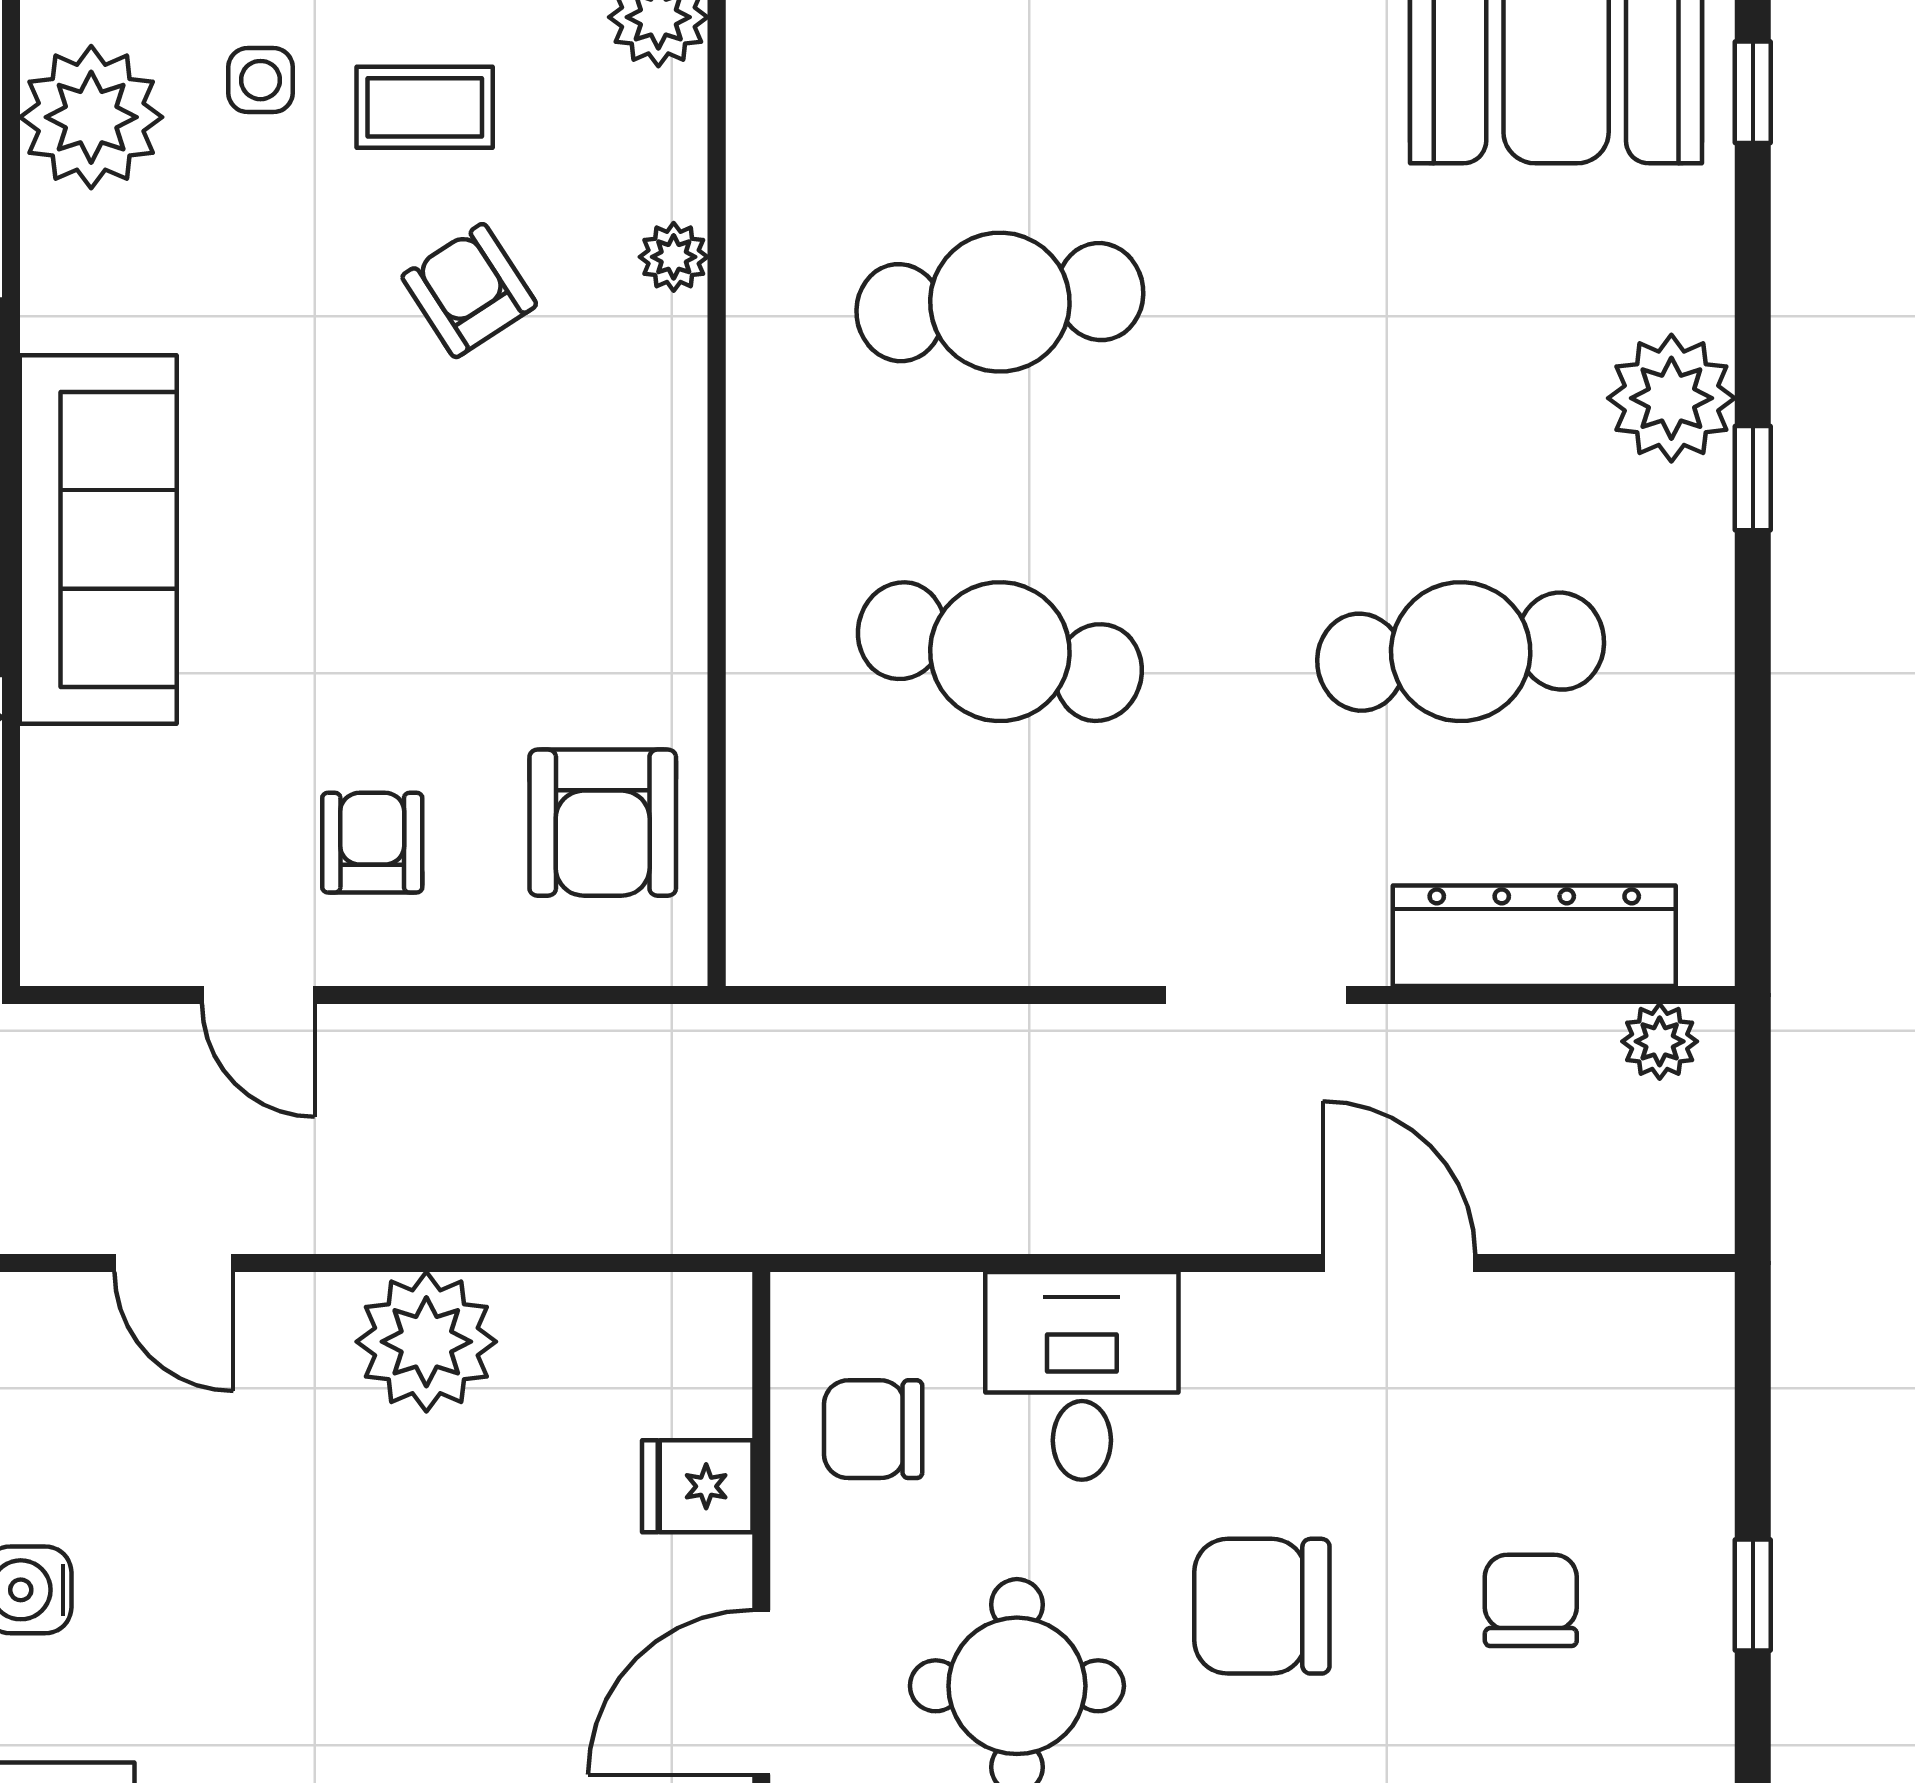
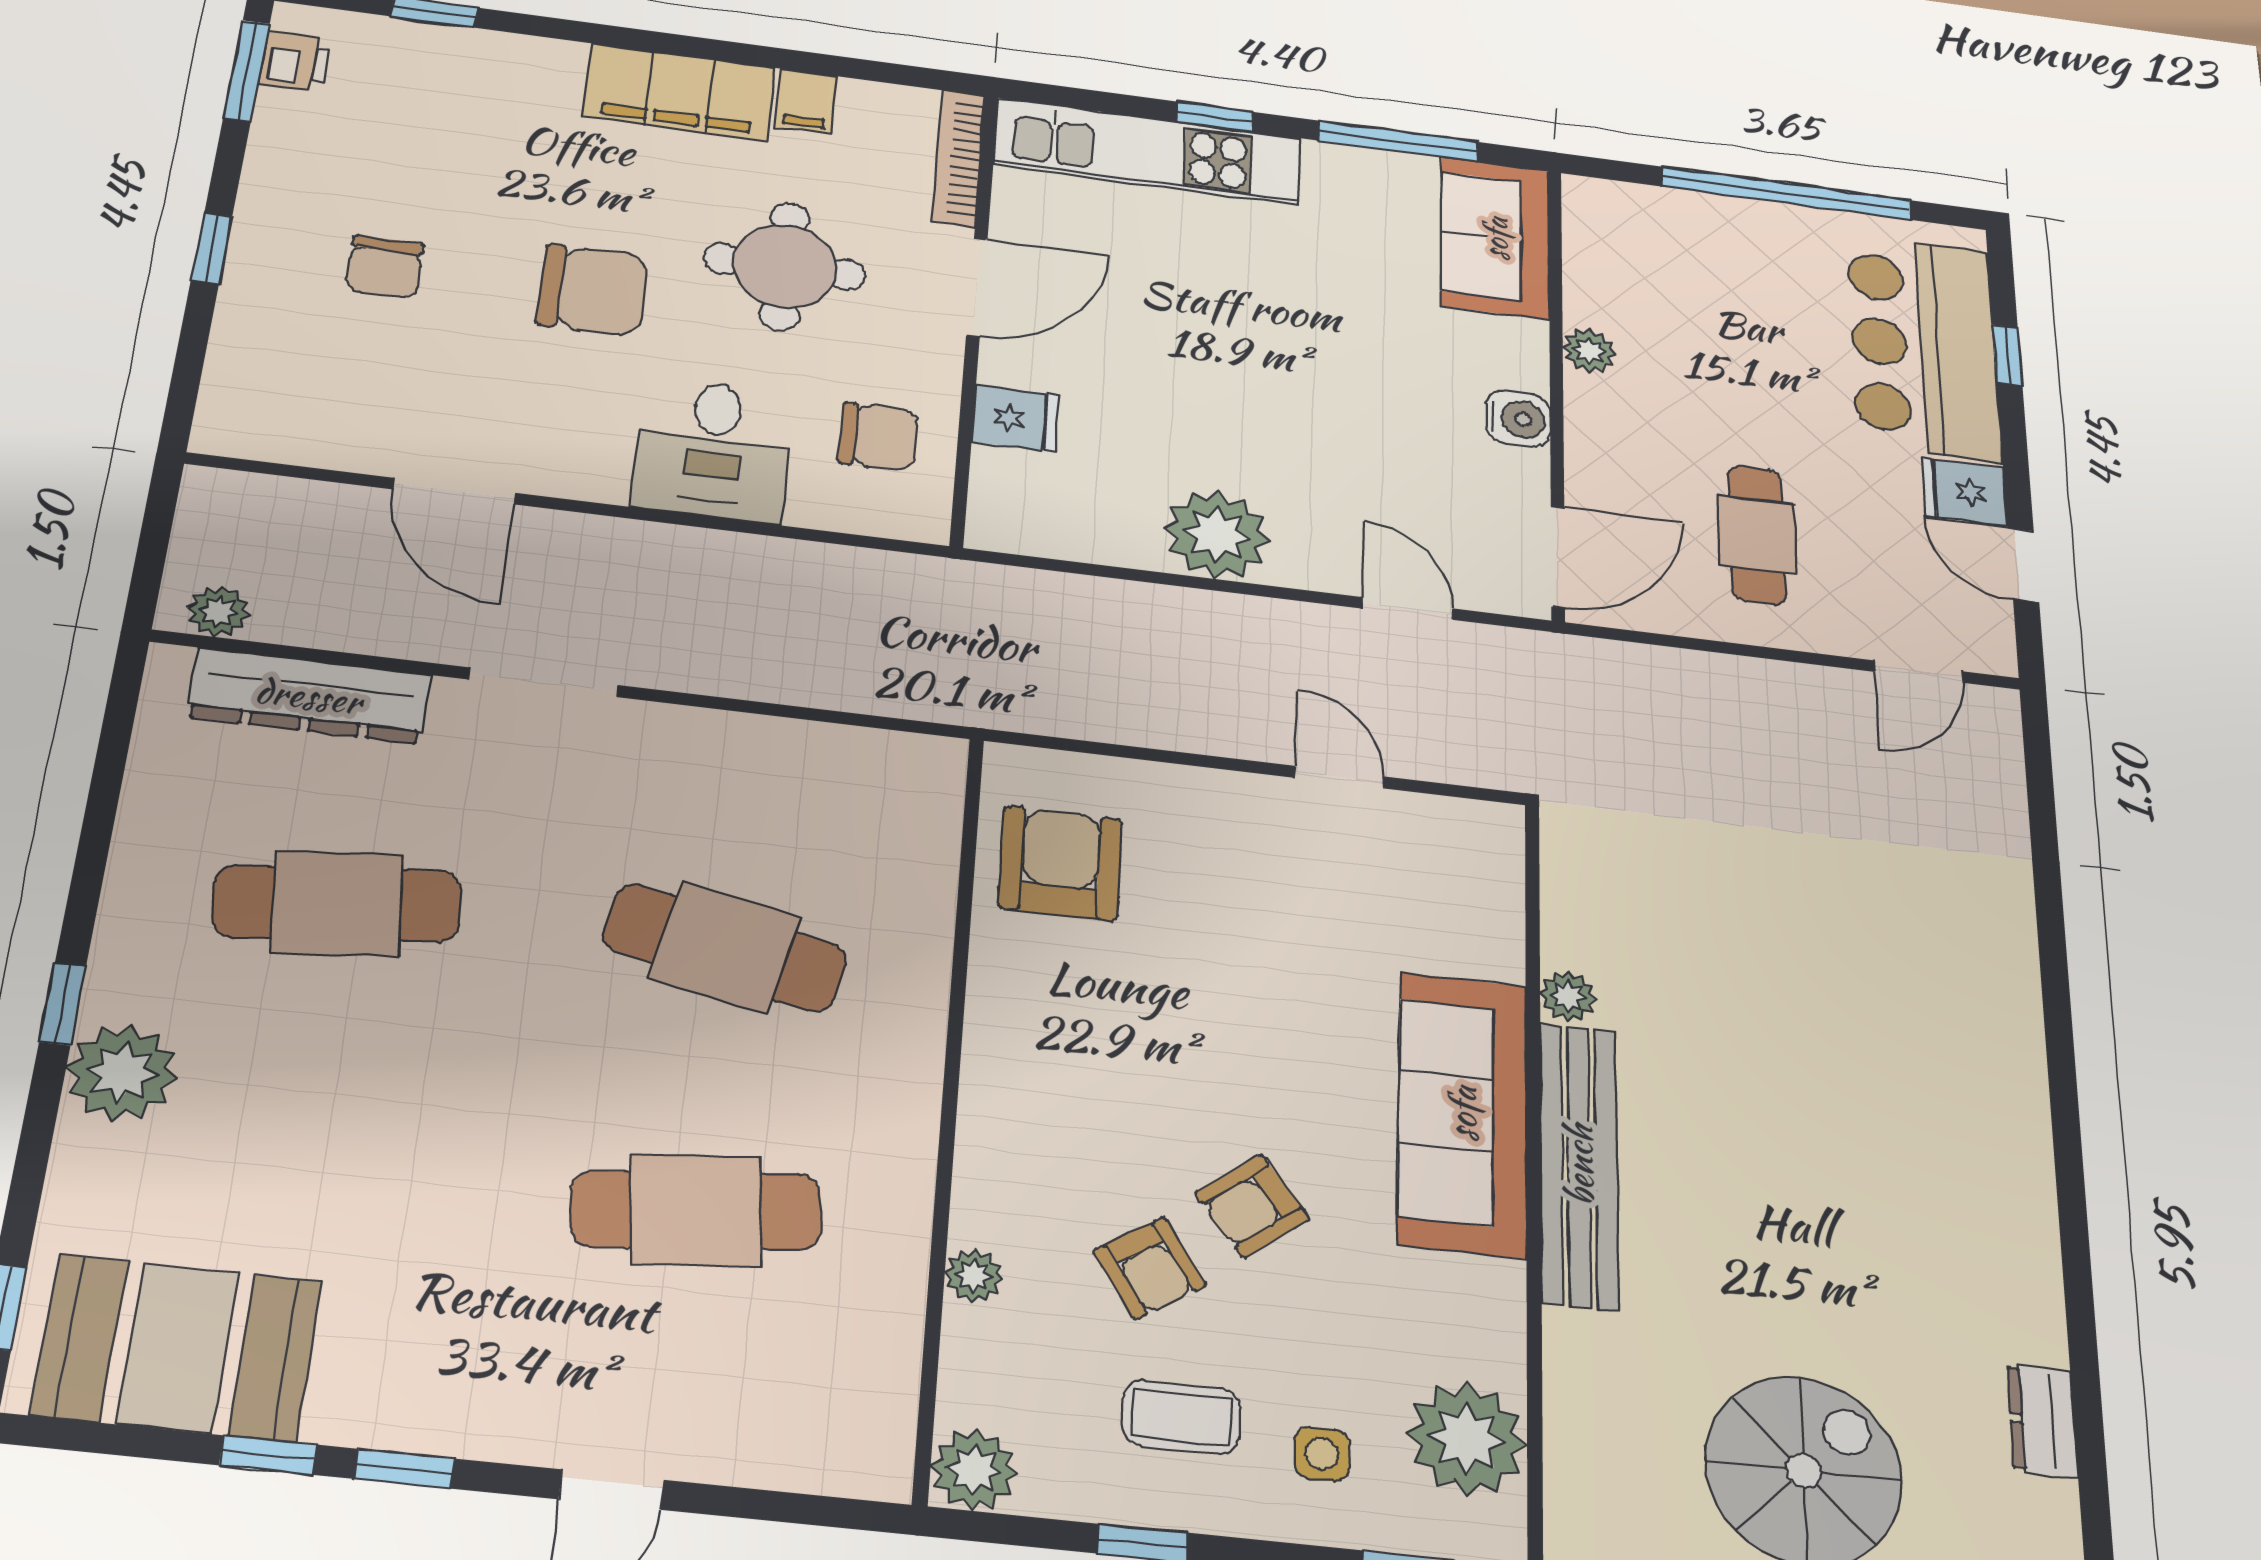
armchair: (372, 843) -> (1252, 1206), moved, turned 52

